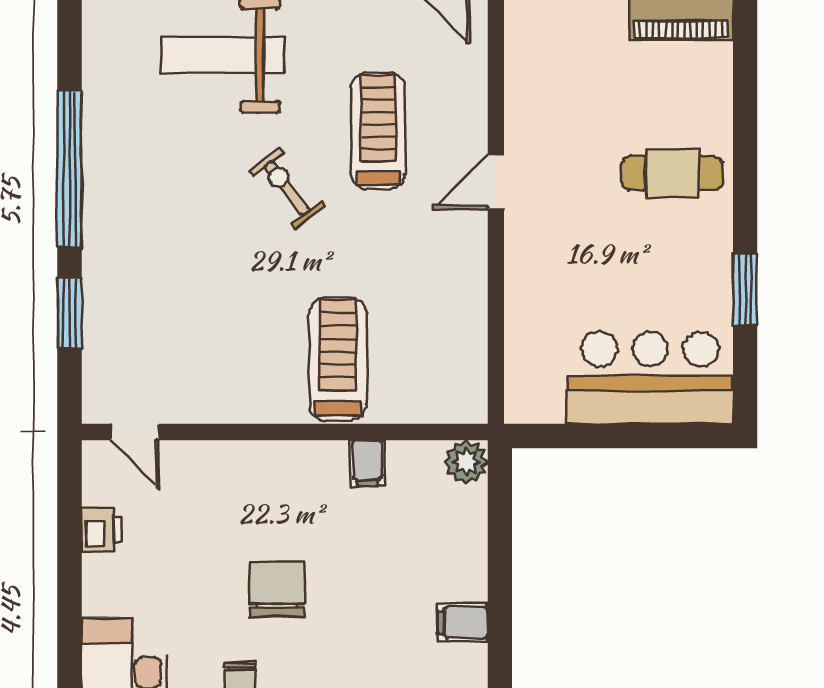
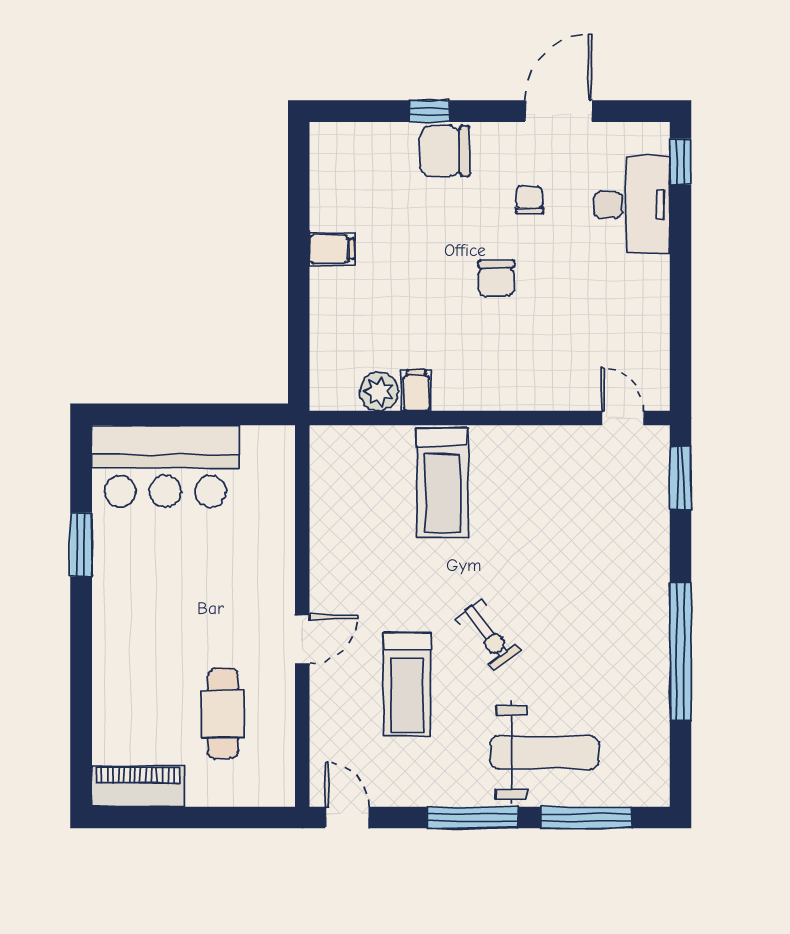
cafe table: (672, 173) -> (223, 714), moved, turned 90
window: (70, 313) -> (680, 478), moved
plant: (466, 462) -> (379, 391), moved
printer: (102, 529) -> (652, 332), removed
chair: (277, 589) -> (496, 278), width x0.73, depth x0.73

